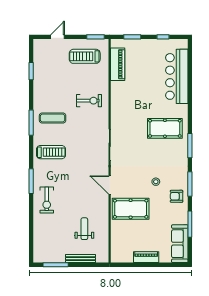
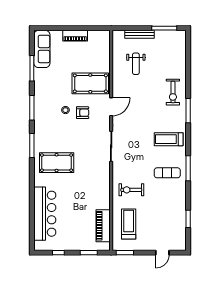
treadmill: (85, 56) -> (129, 224), moved, turned -90
door: (110, 185) -> (111, 107), hinge flipped
armchair: (177, 196) -> (83, 113), moved
exercise bike: (47, 200) -> (173, 92), turned 180

